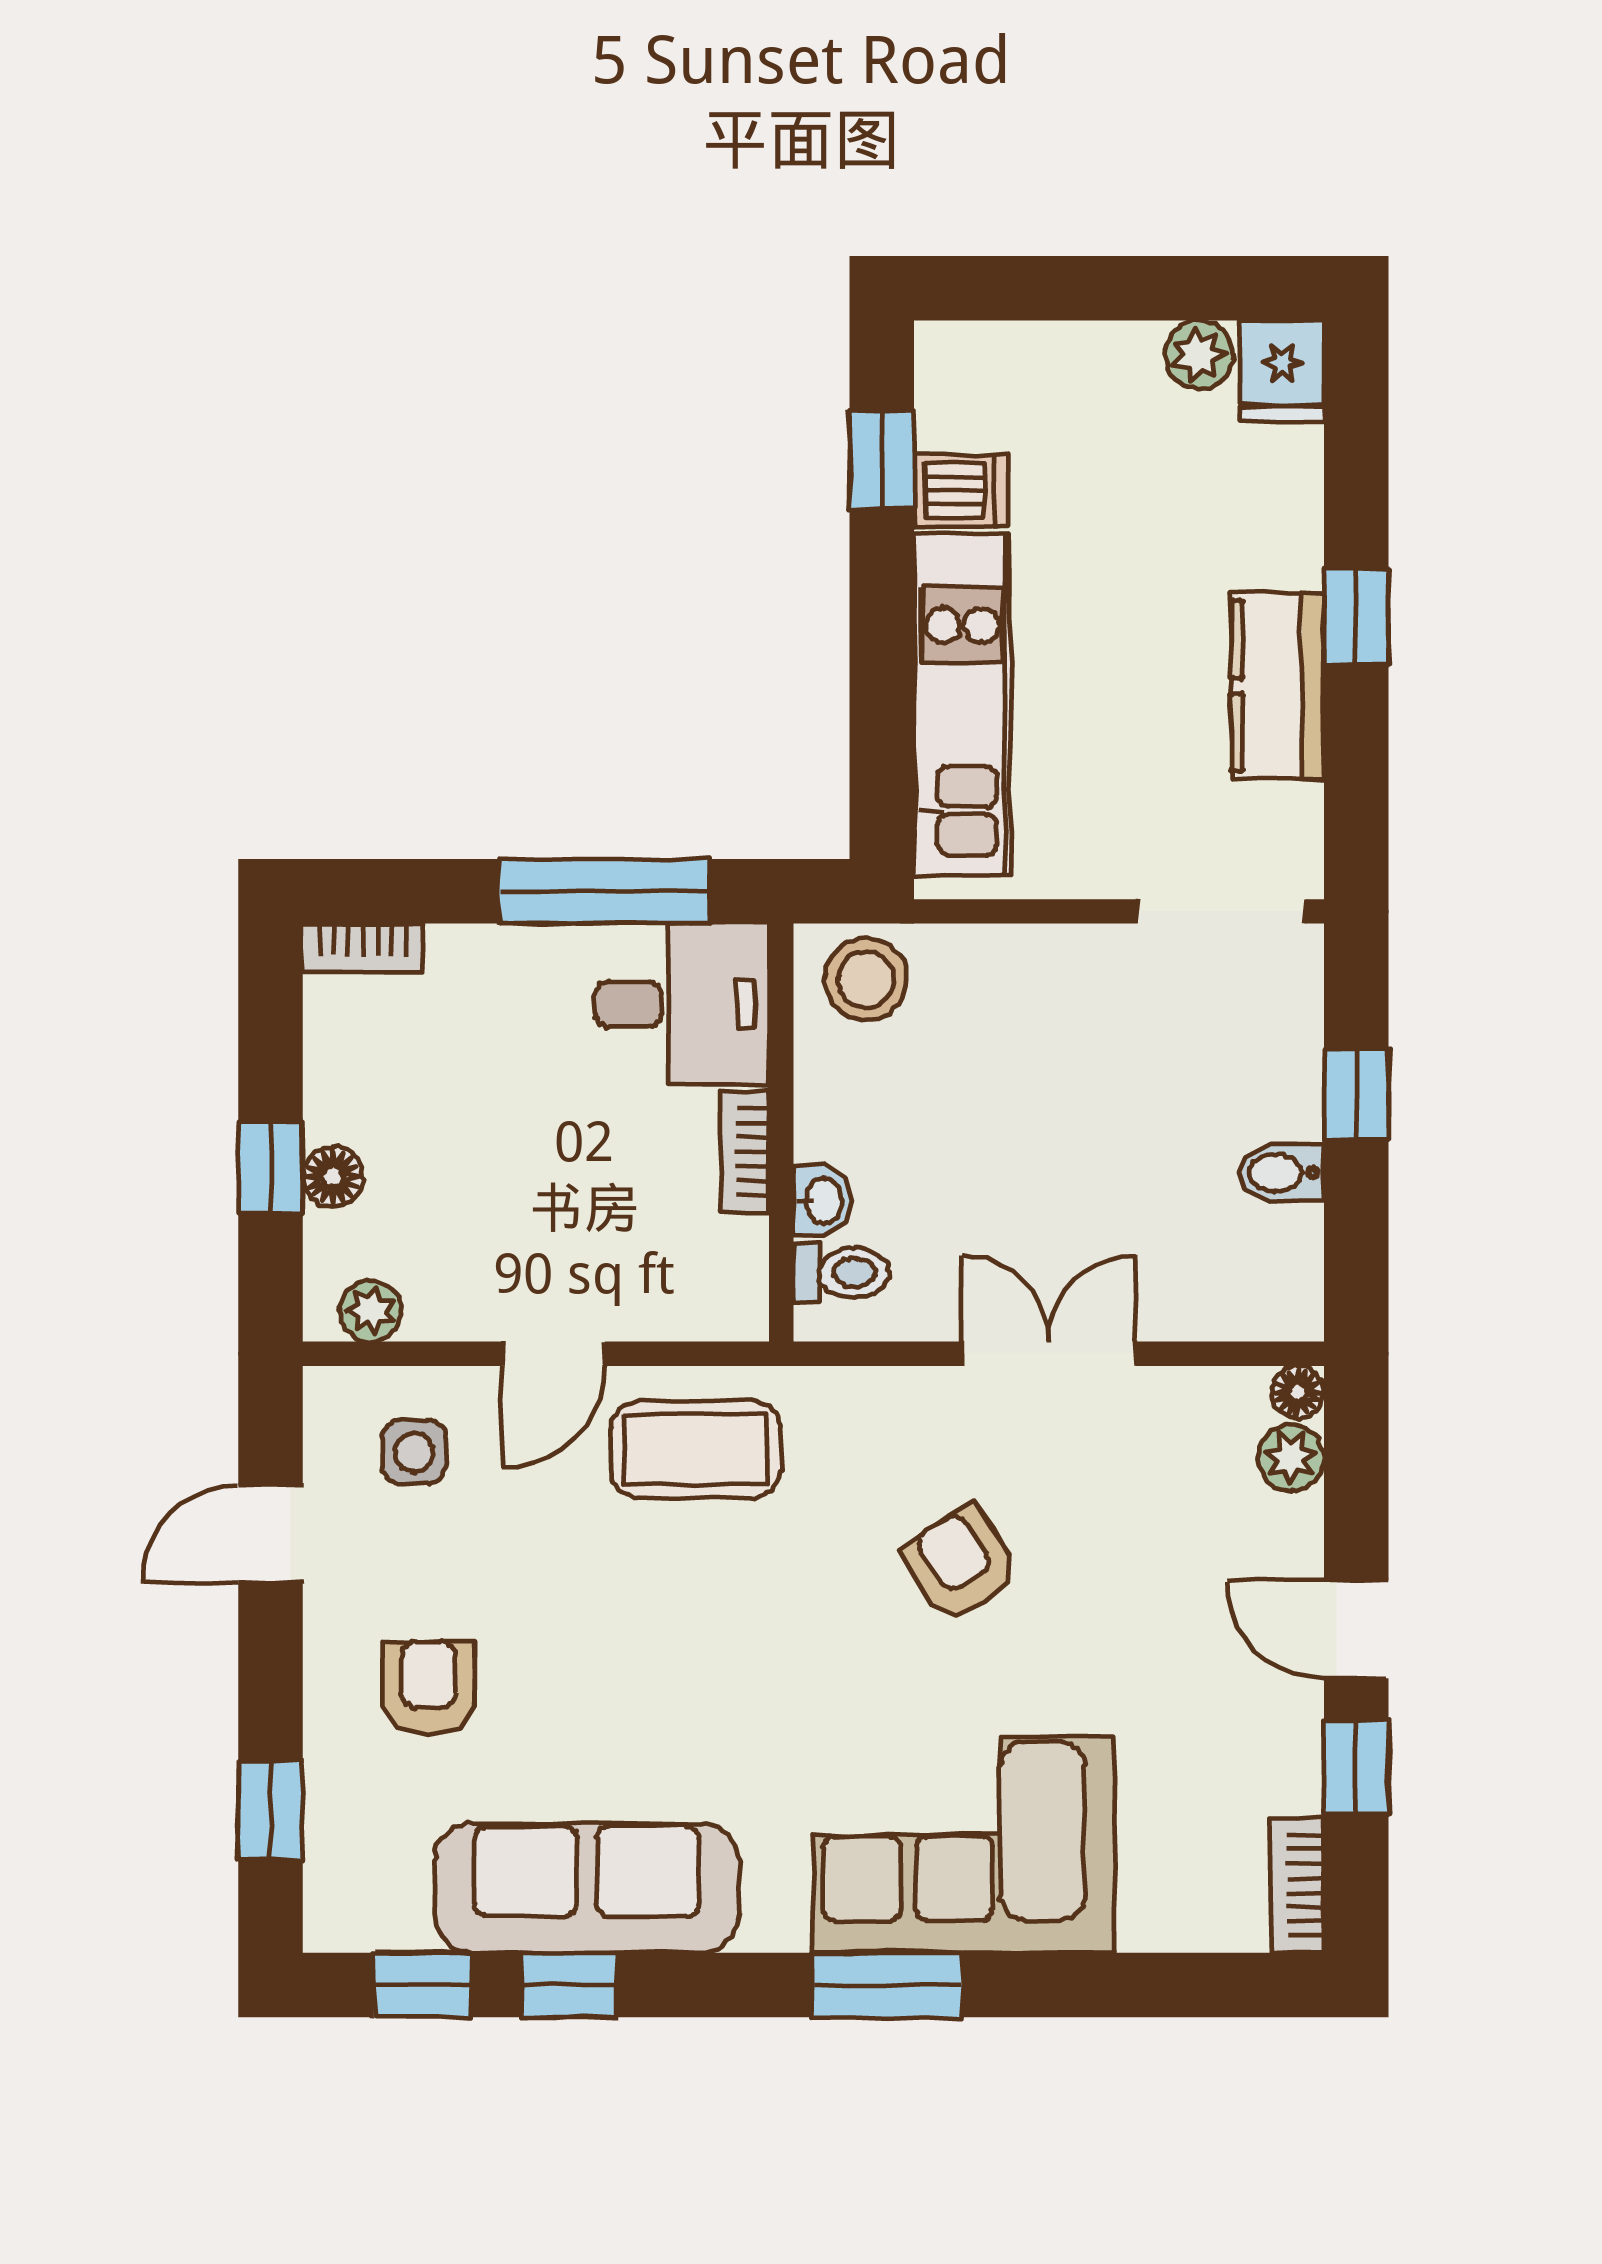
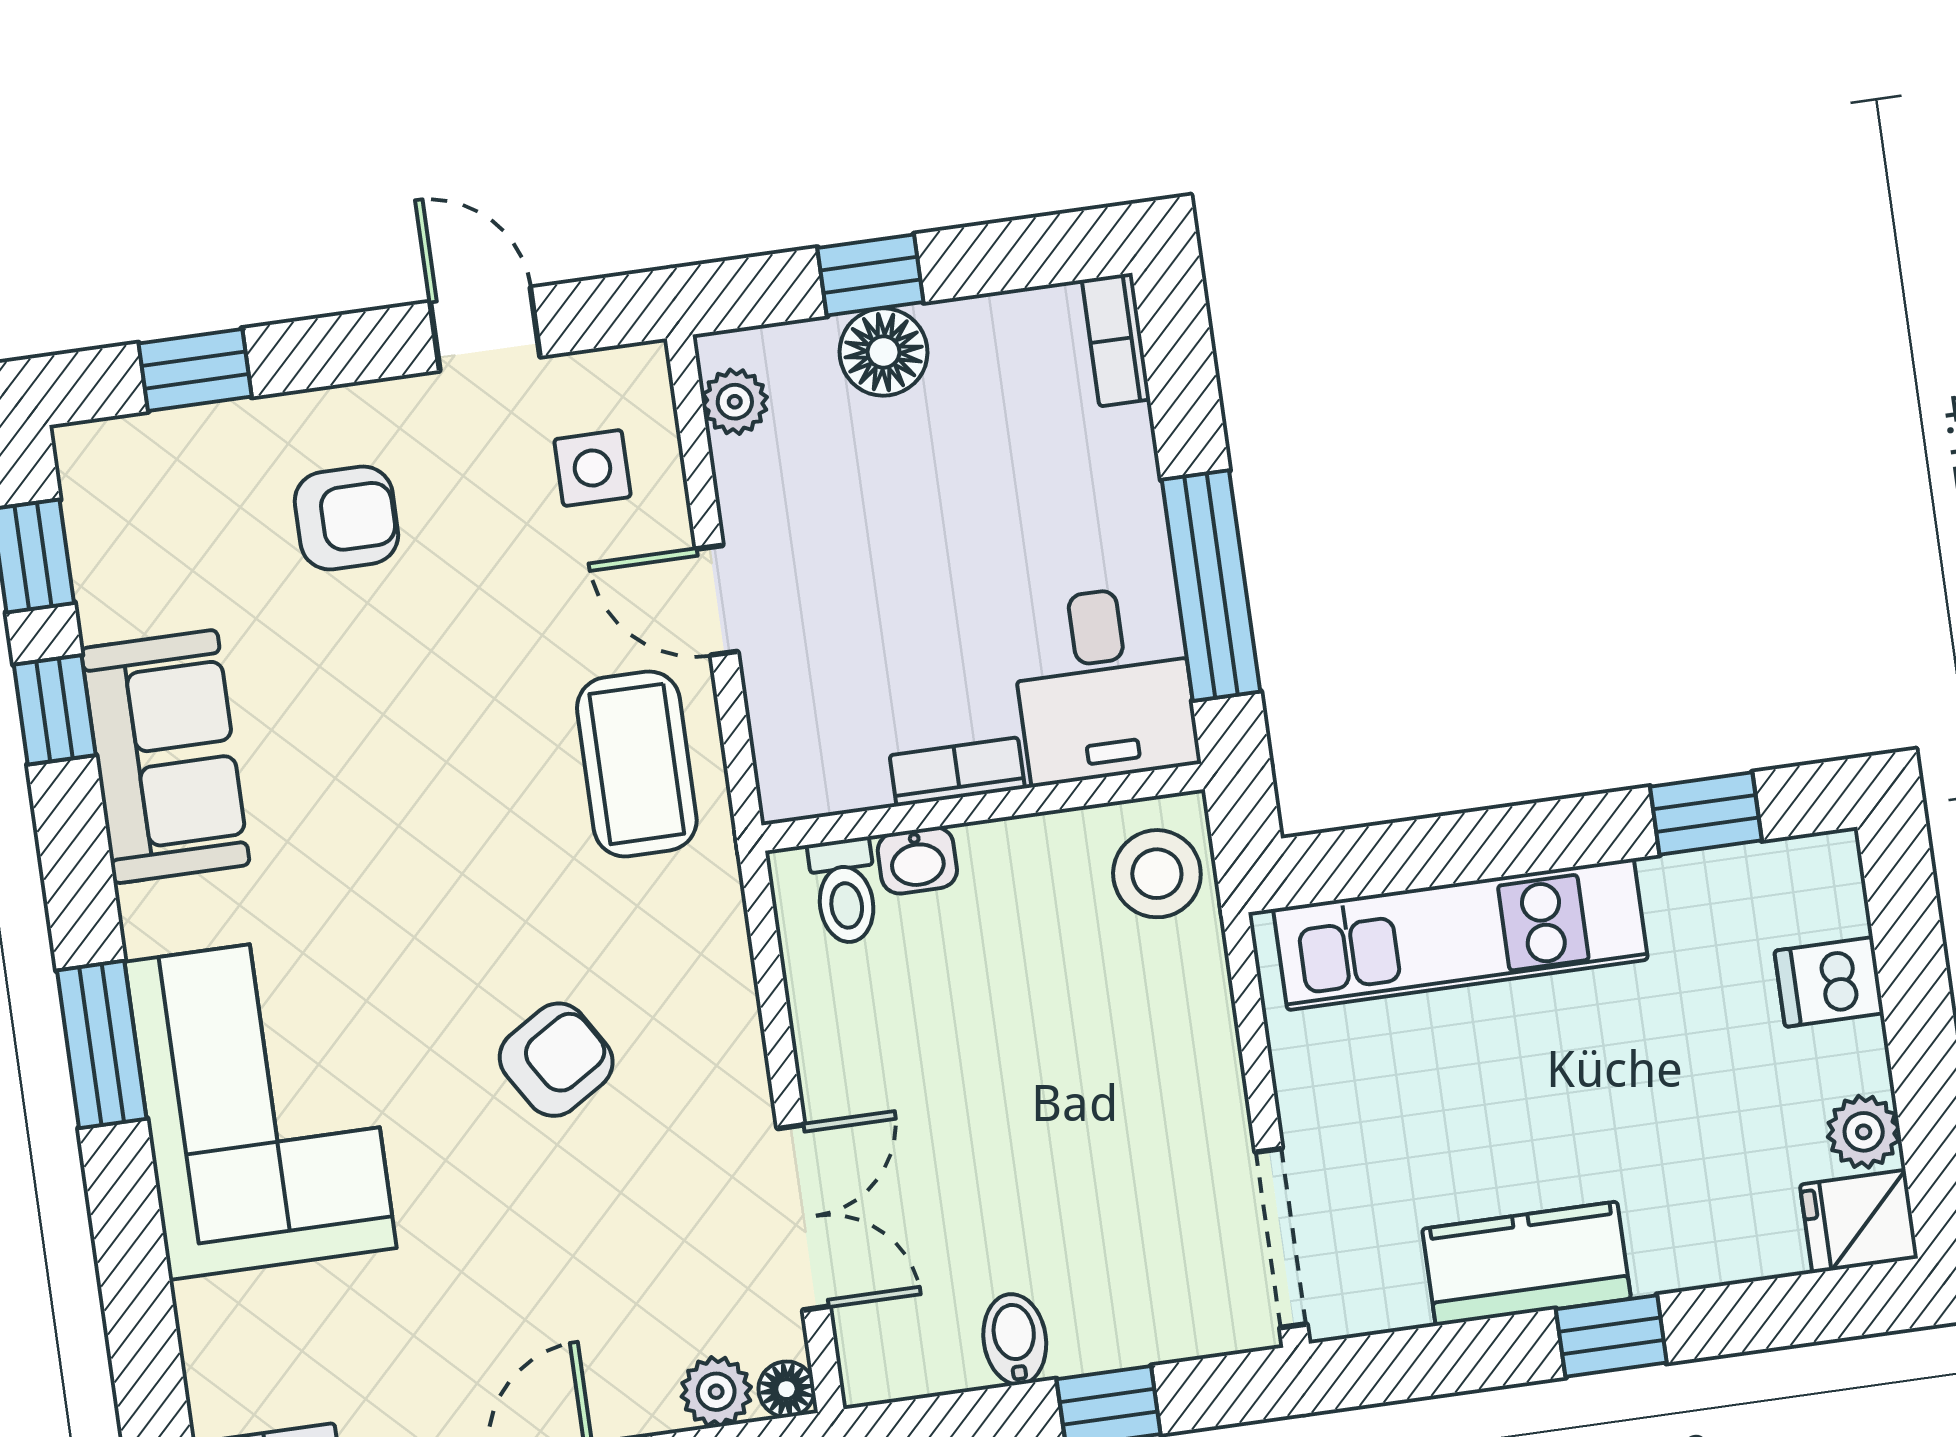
dishwasher: (961, 490) -> (1829, 982), moved, turned 90
floor lamp: (333, 1177) -> (884, 352), width x1.37, depth x1.37
double door: (1048, 1354) -> (803, 1217), moved
sofa: (587, 1888) -> (165, 757), width x0.73

